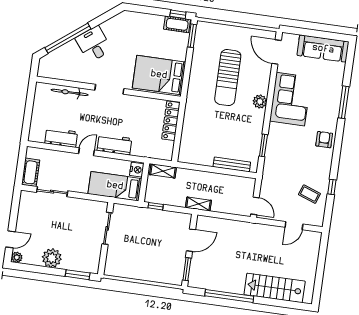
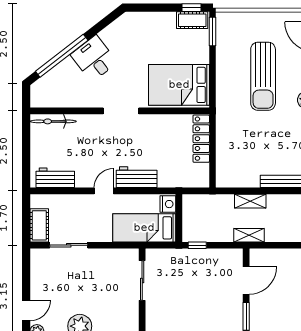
bicycle: (70, 92) -> (53, 121), moved
workbench: (61, 138) -> (55, 178), moved
shelving: (163, 171) -> (250, 201), moved

